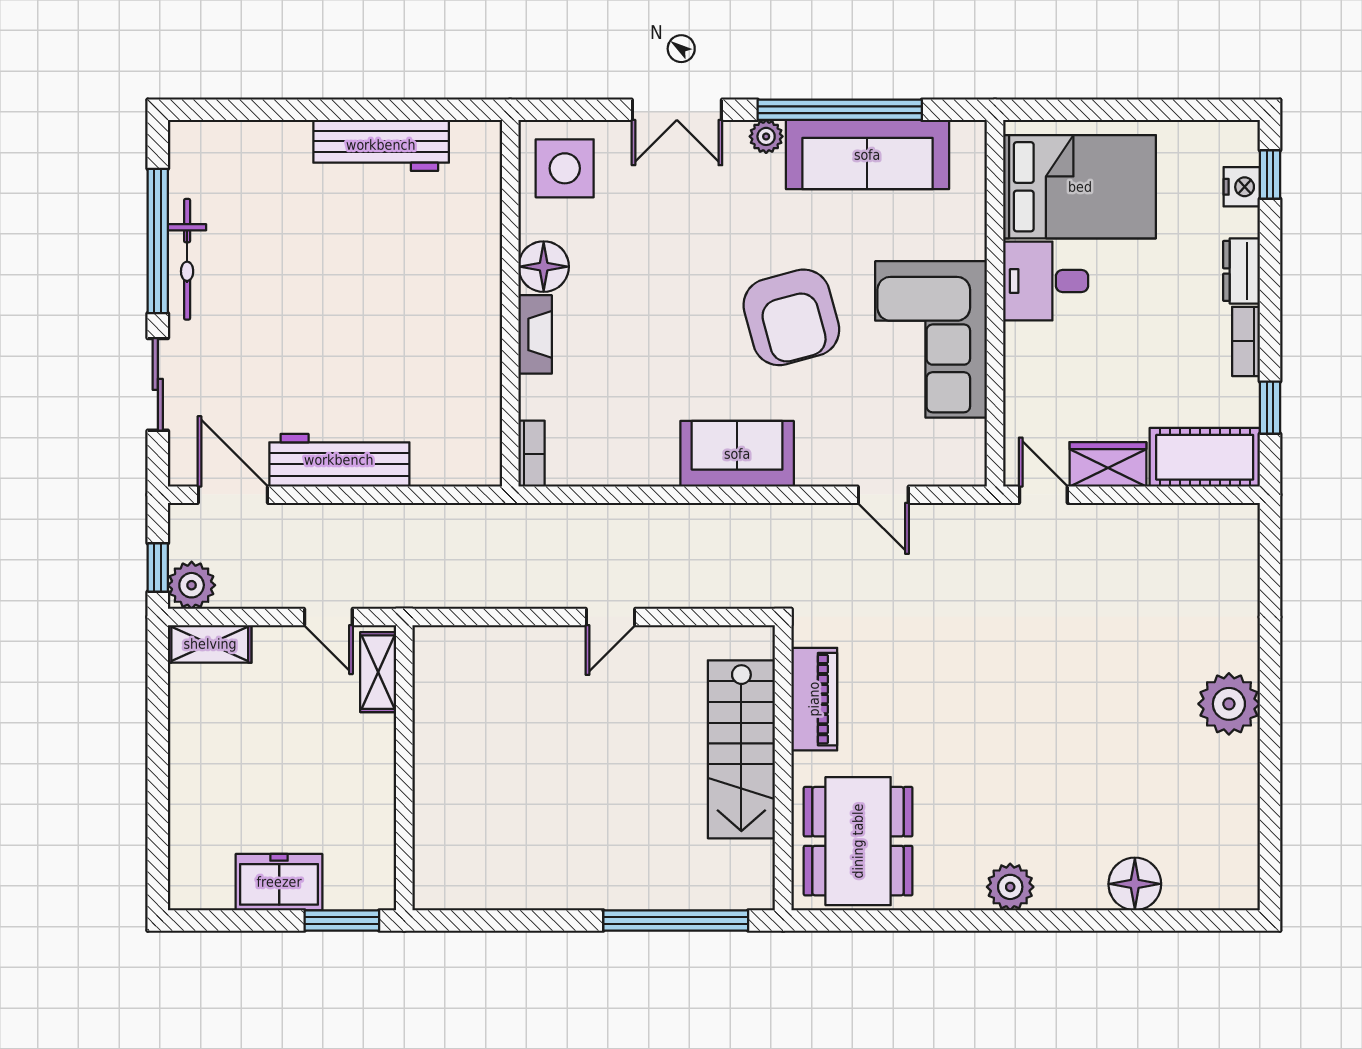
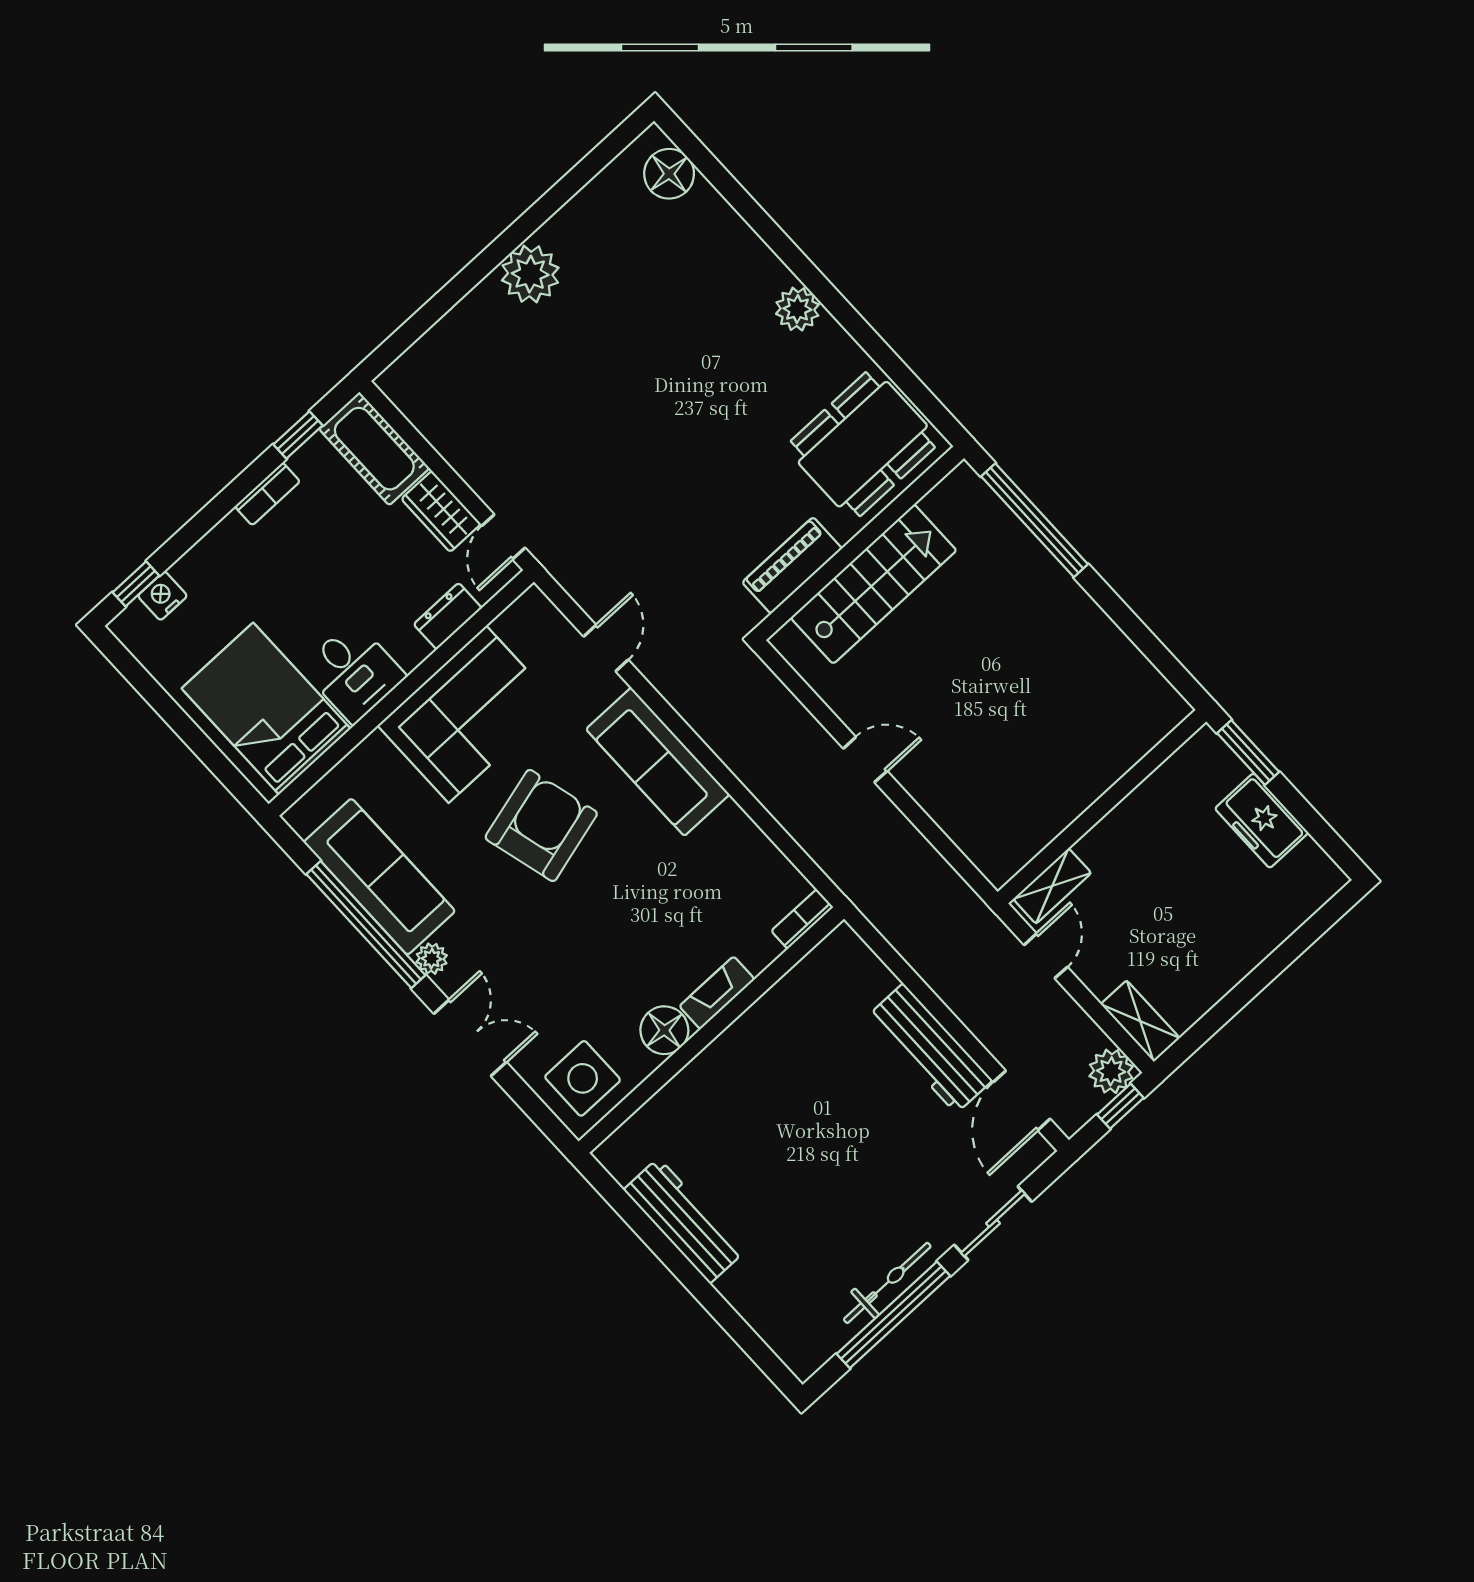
dresser: (1241, 271) -> (448, 616), moved, turned 180
sofa: (737, 454) -> (658, 762), width x1.36
floor lamp: (1135, 884) -> (669, 174), moved

